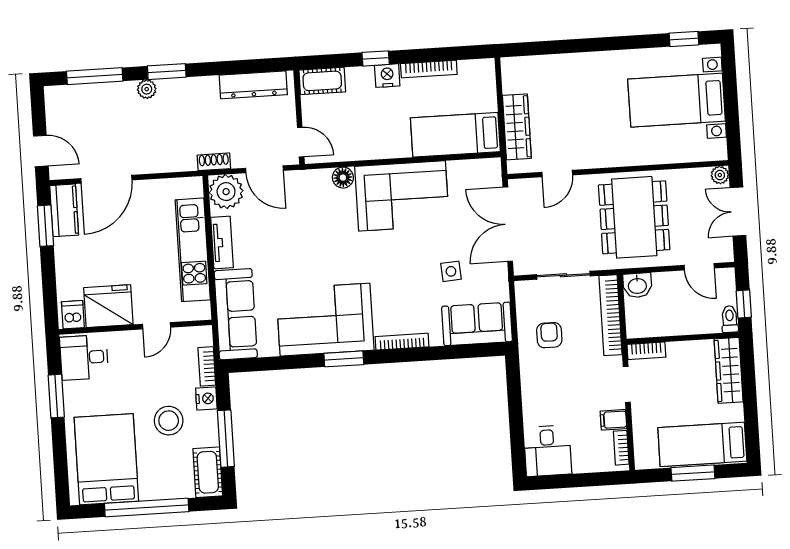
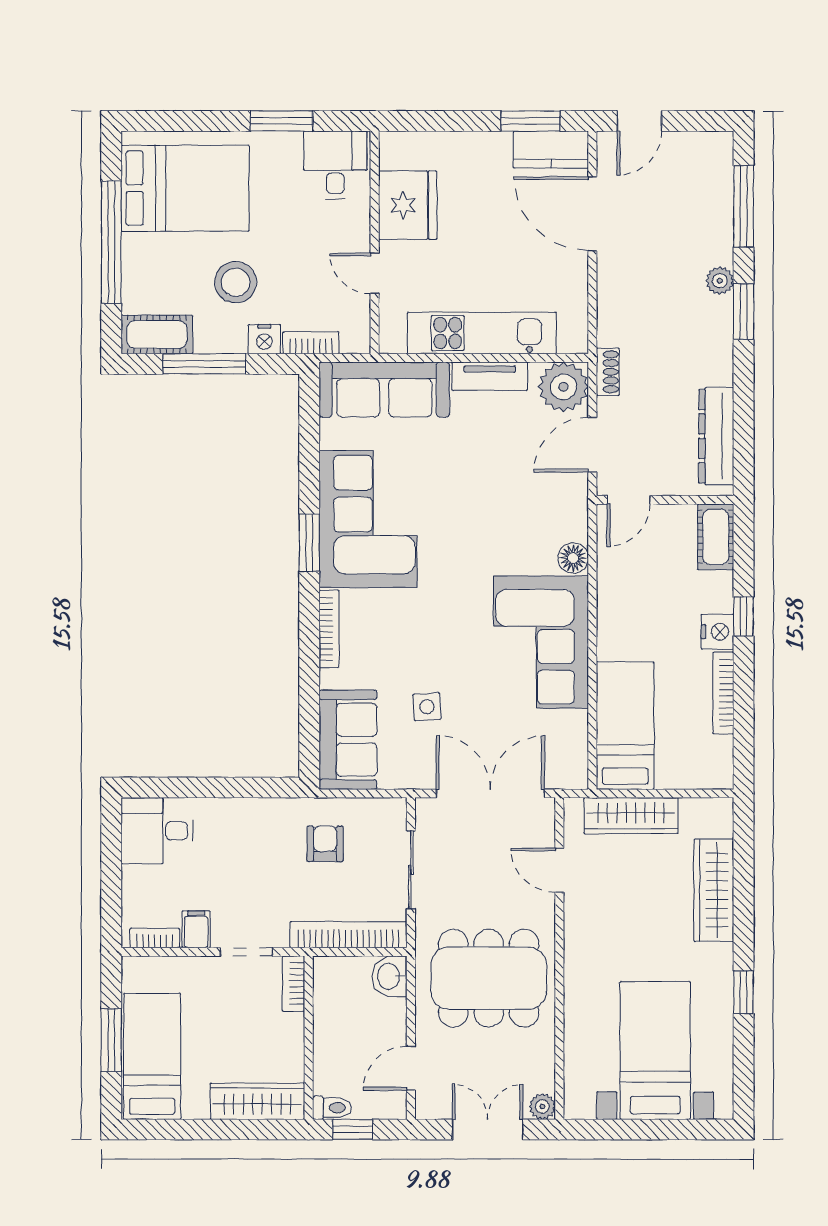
window: (684, 39) -> (744, 992), moved
wardrobe: (564, 67) -> (714, 890), added
dishwasher: (73, 315) -> (398, 153), removed
armchair: (549, 335) -> (325, 844), turned -90

